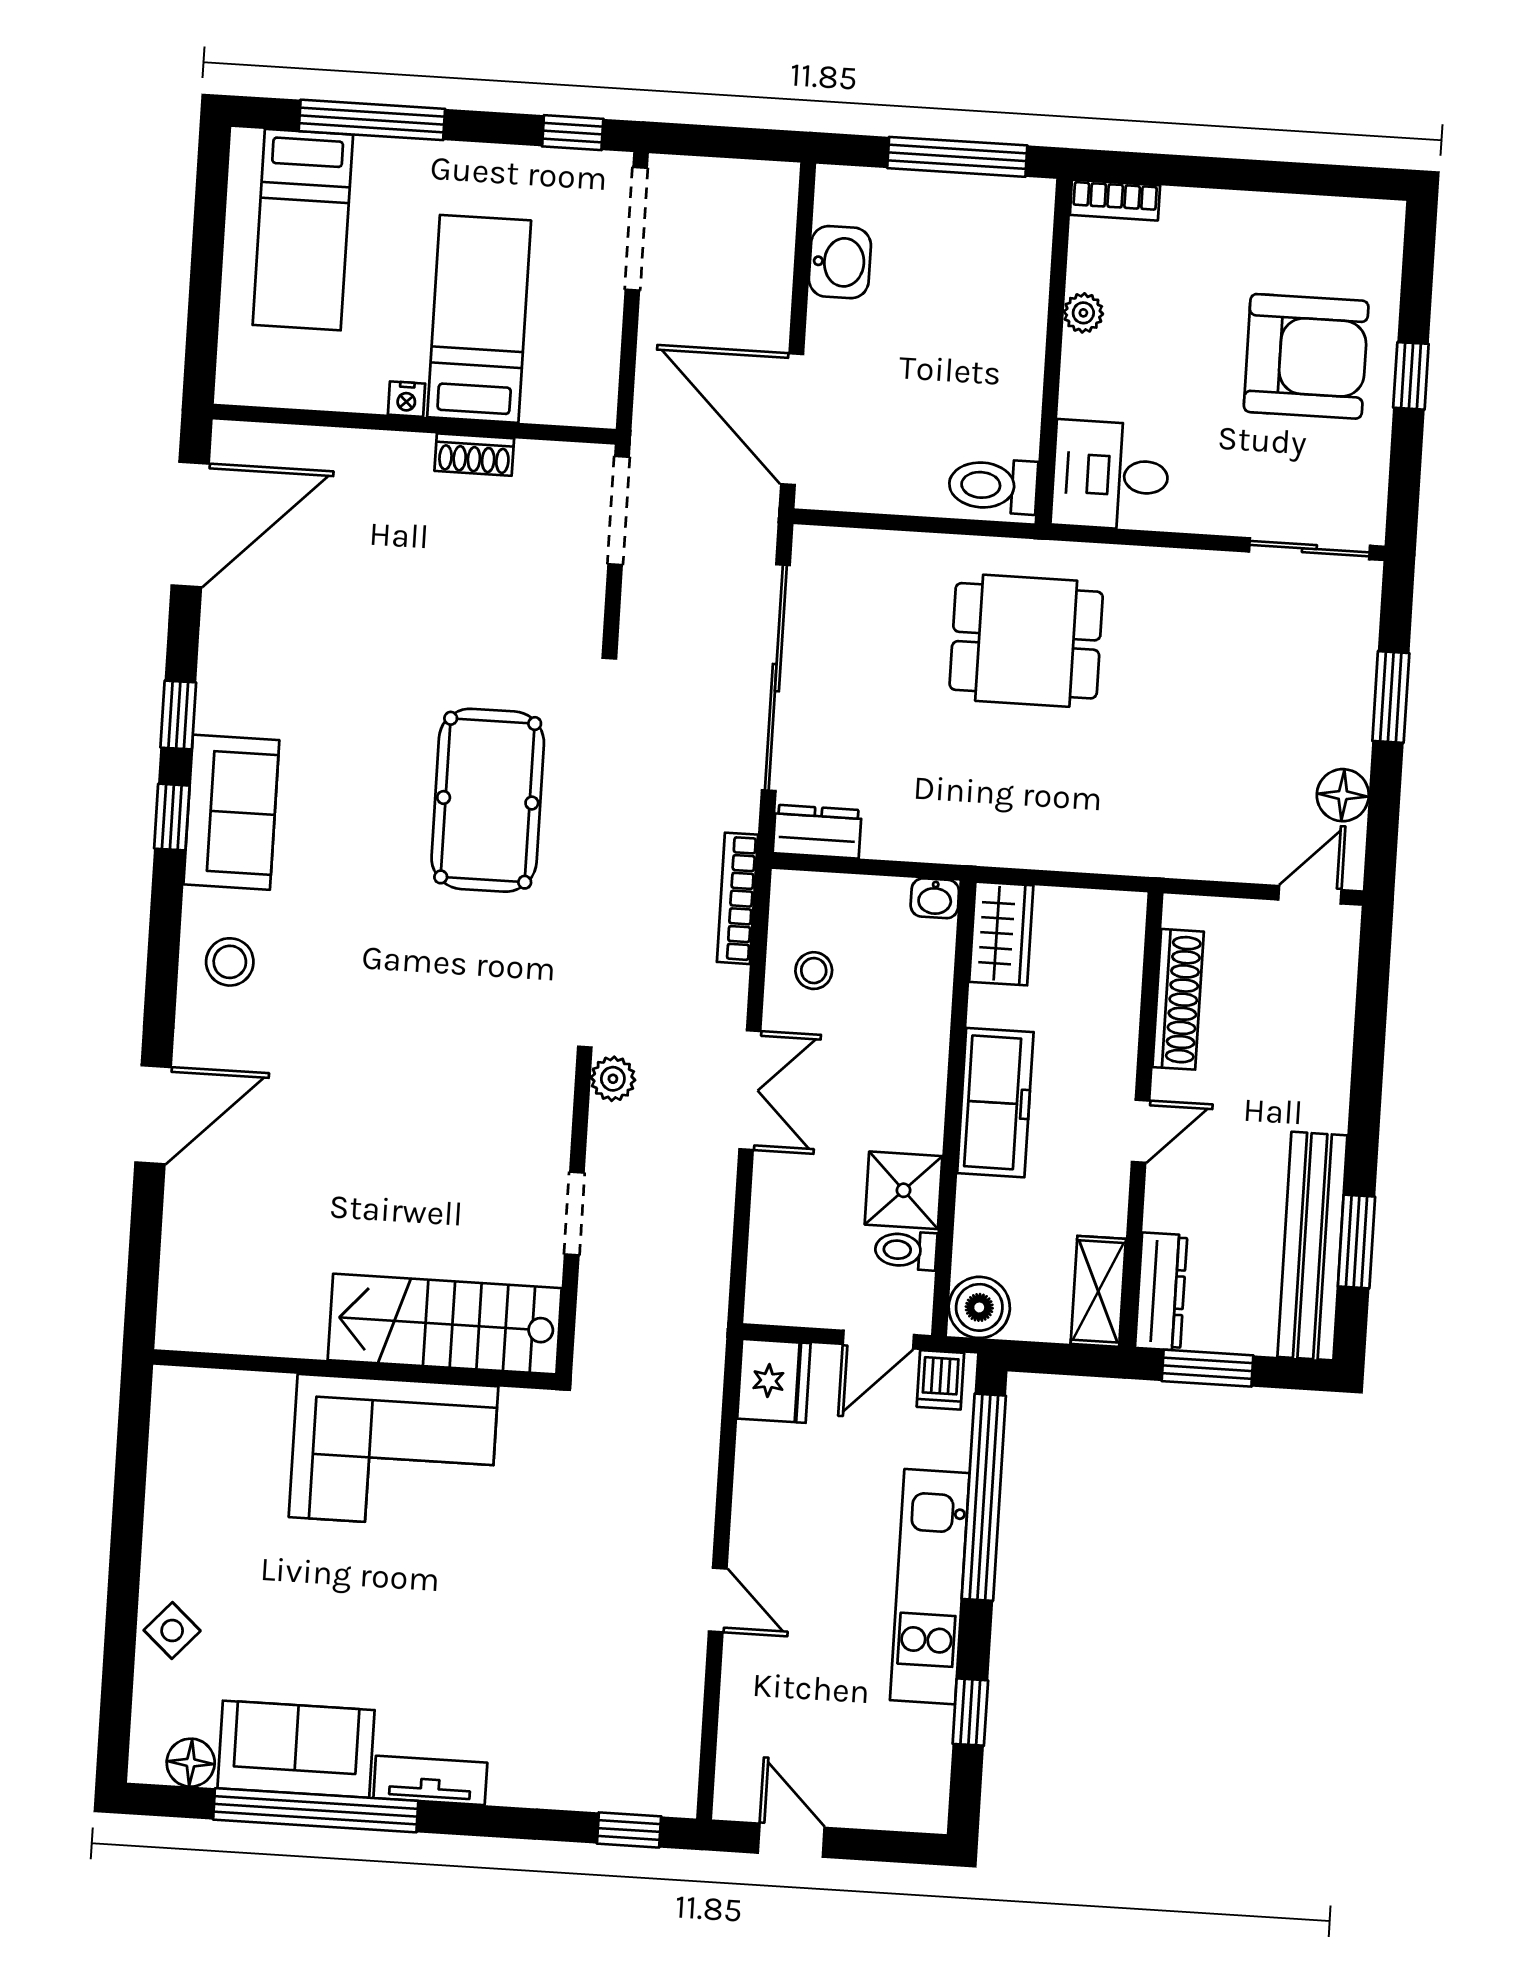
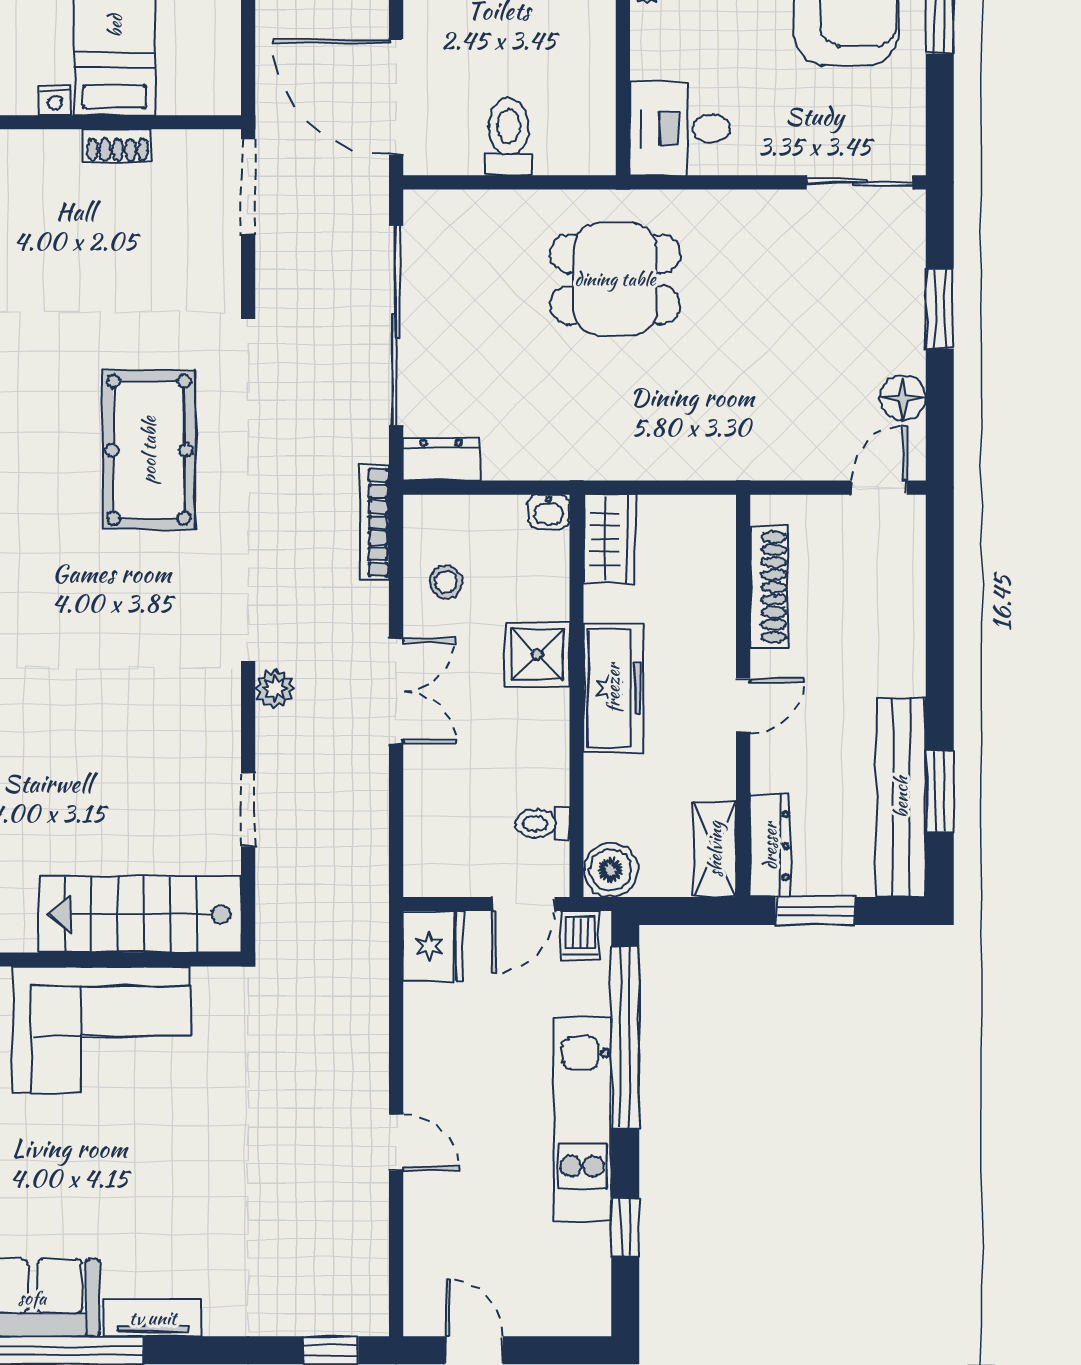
toilet: (993, 486) -> (509, 137), moved, turned 90
shower: (904, 1190) -> (537, 655), moved

